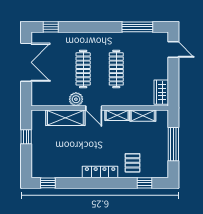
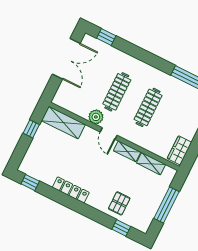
shelving: (65, 118) -> (63, 123), moved
locker: (100, 172) -> (71, 190), moved

